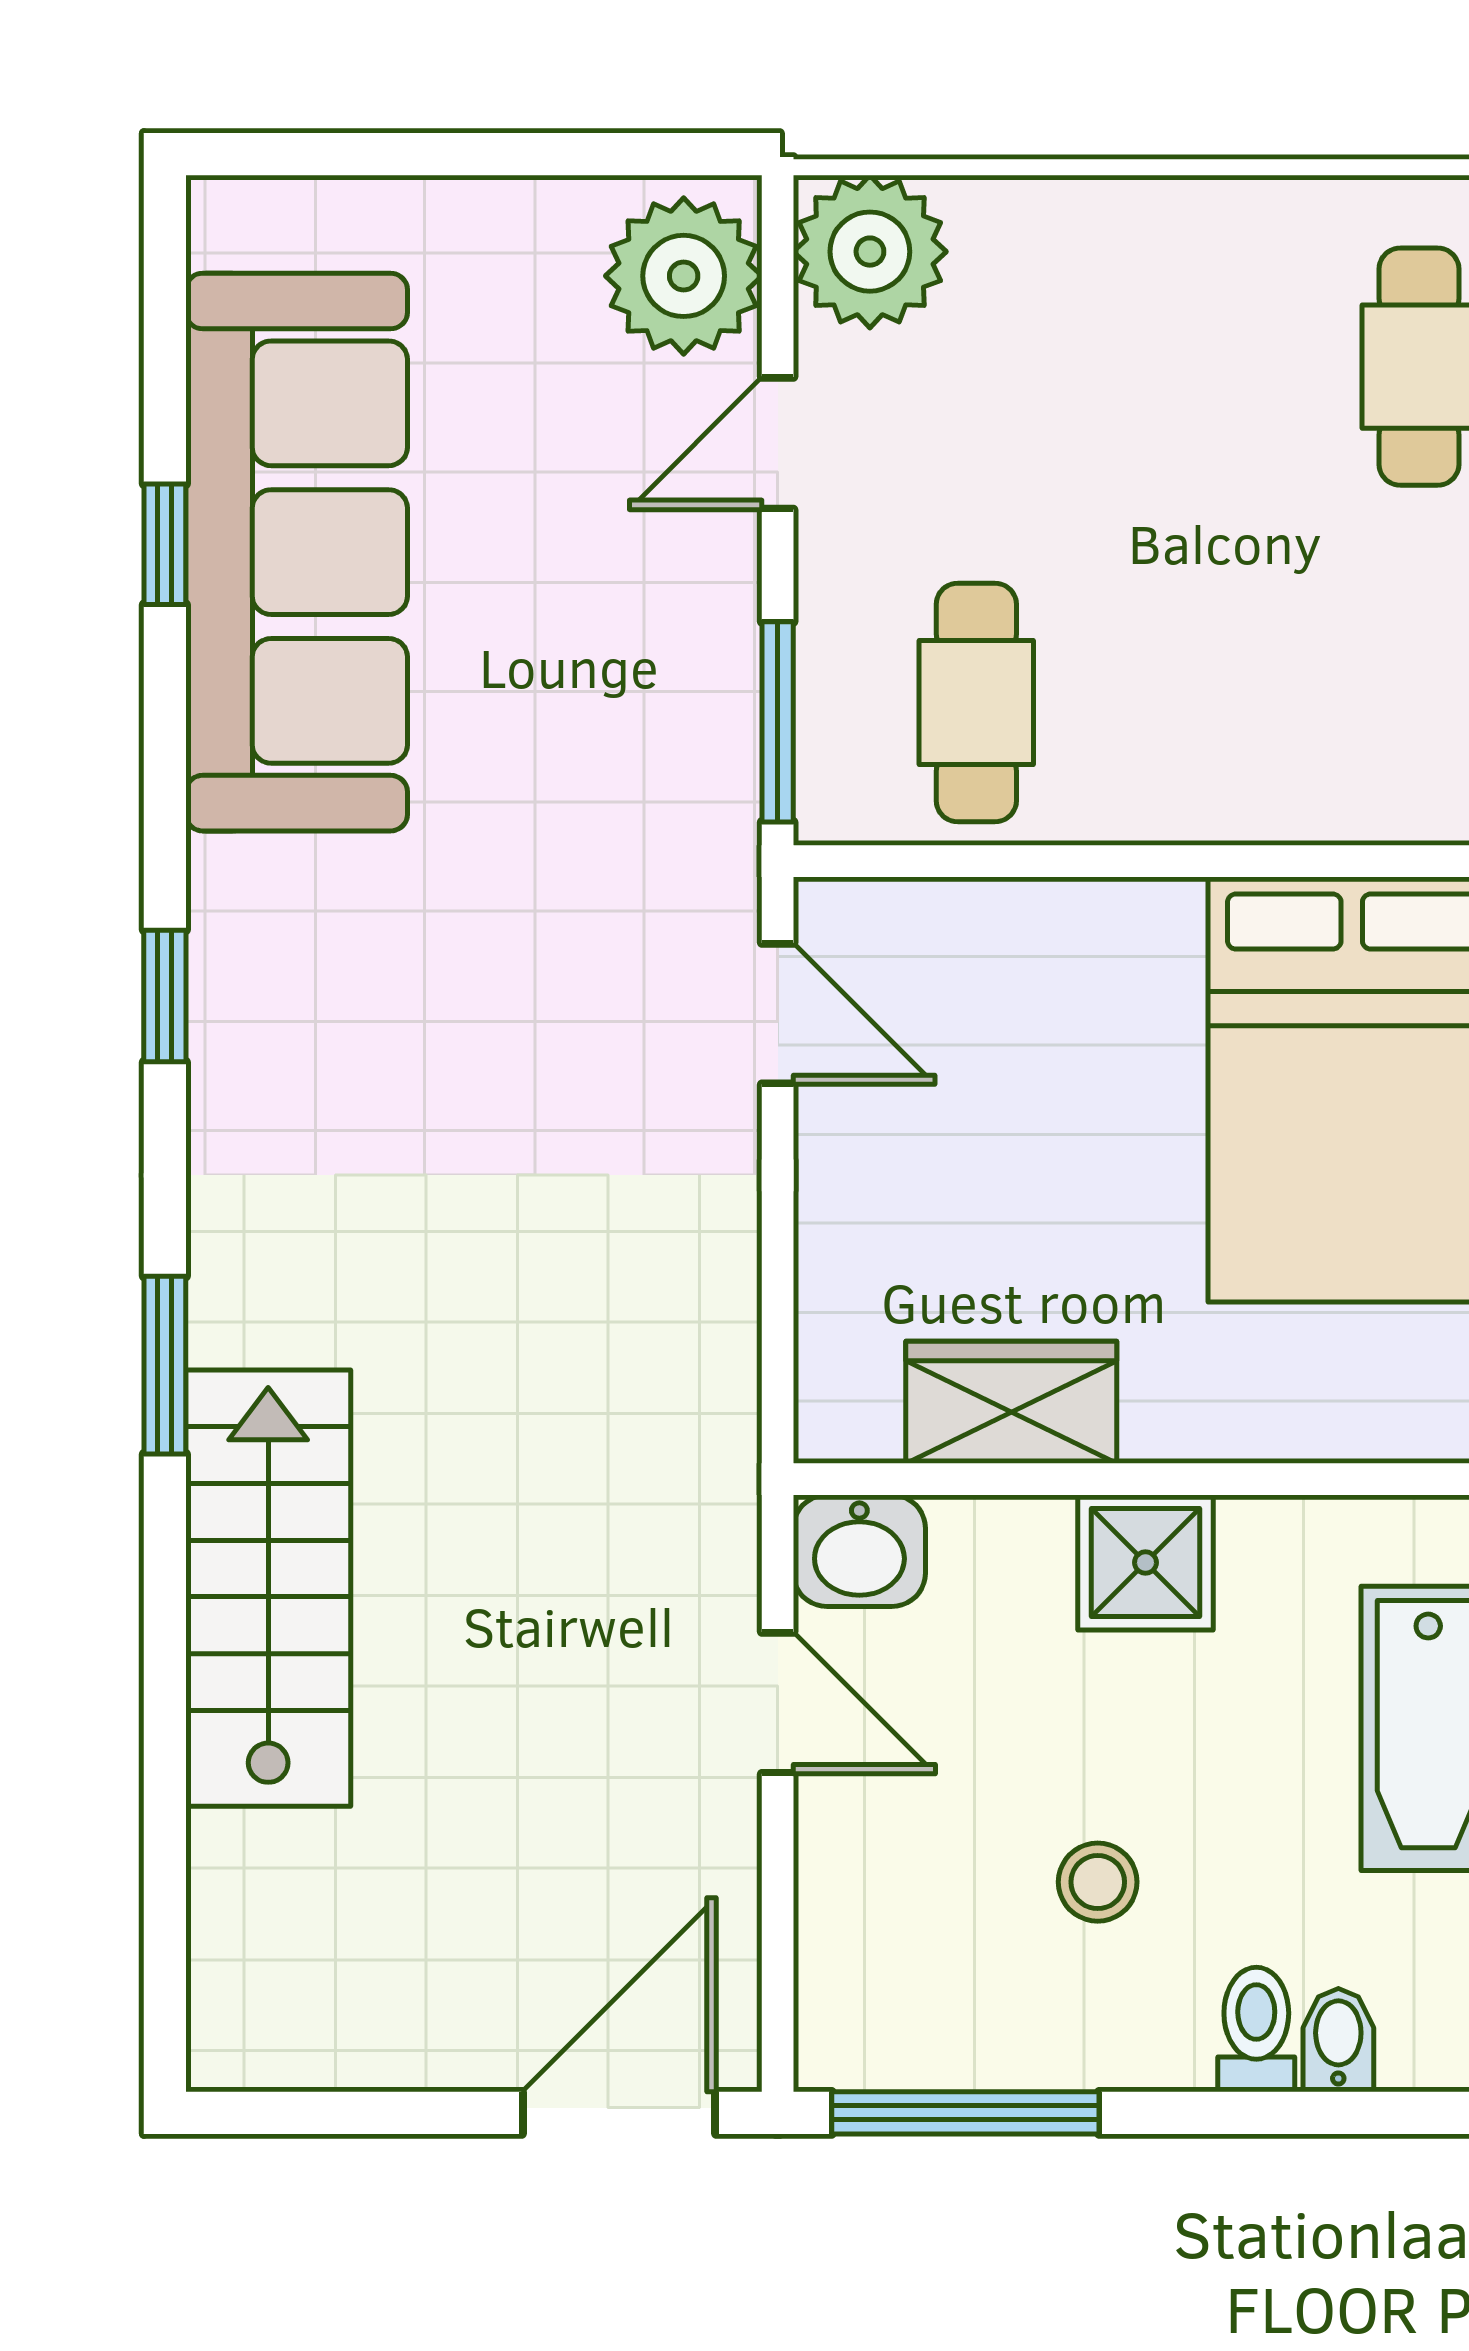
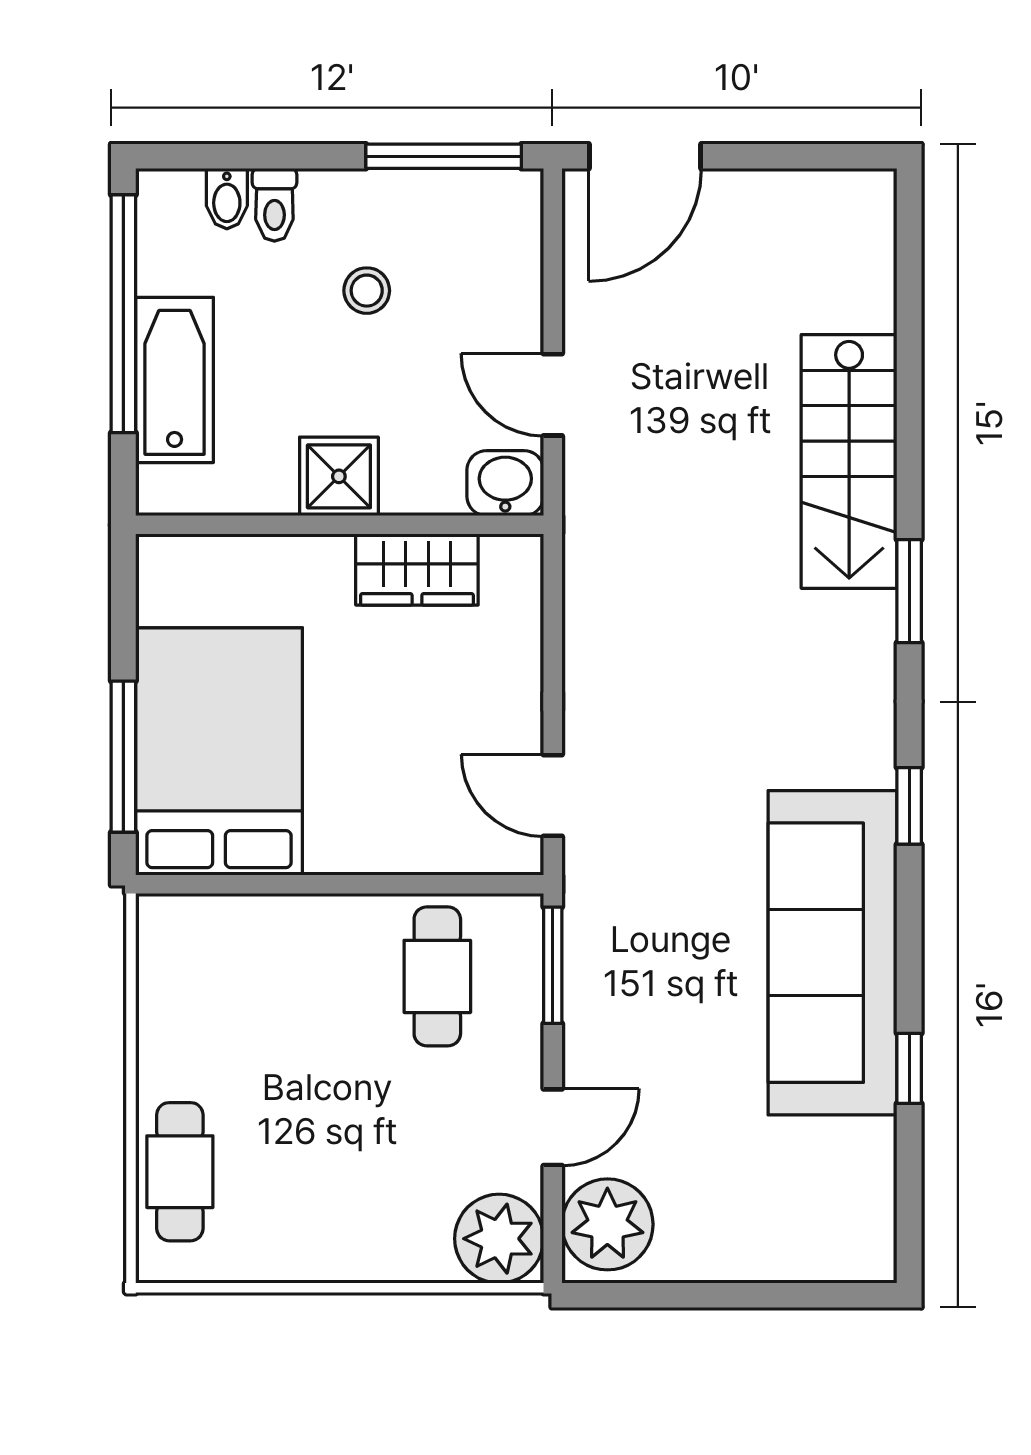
sofa: (297, 552) -> (833, 953), moved

